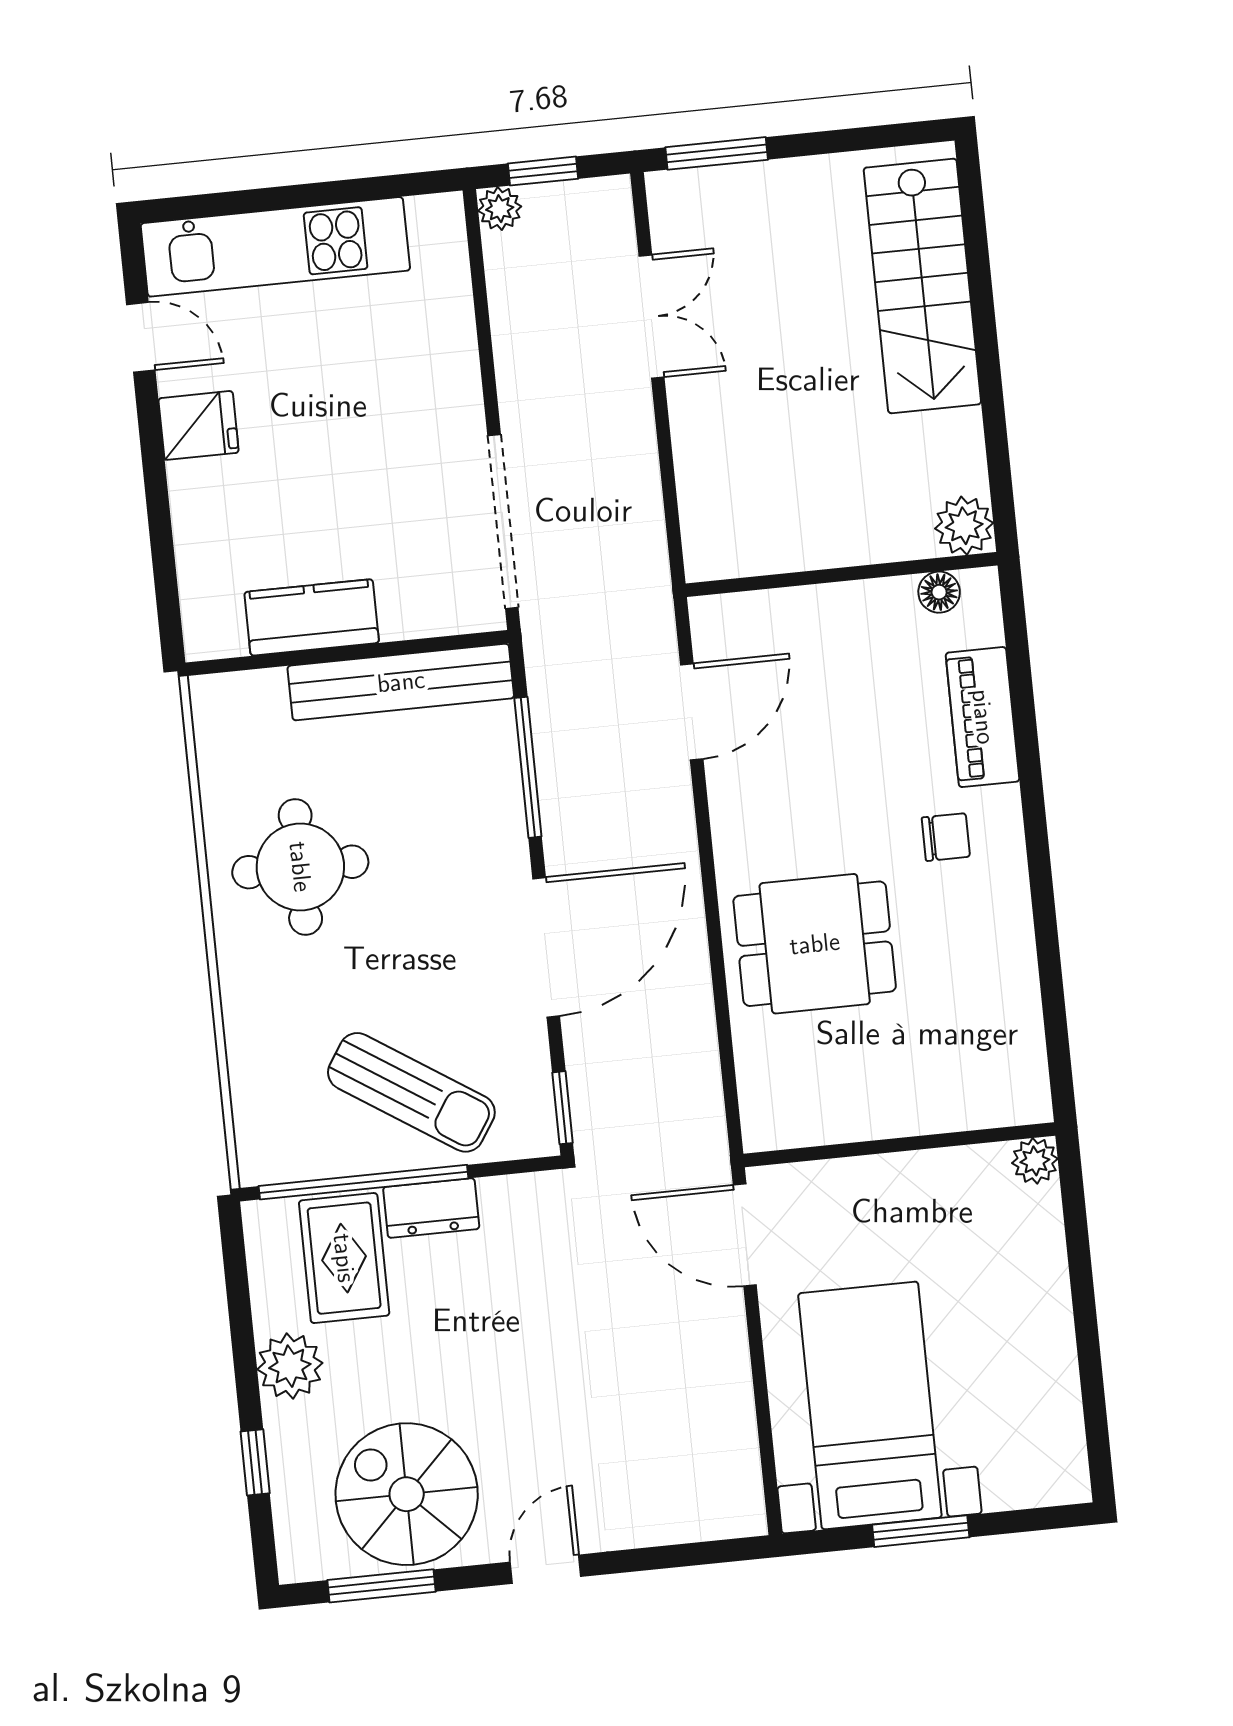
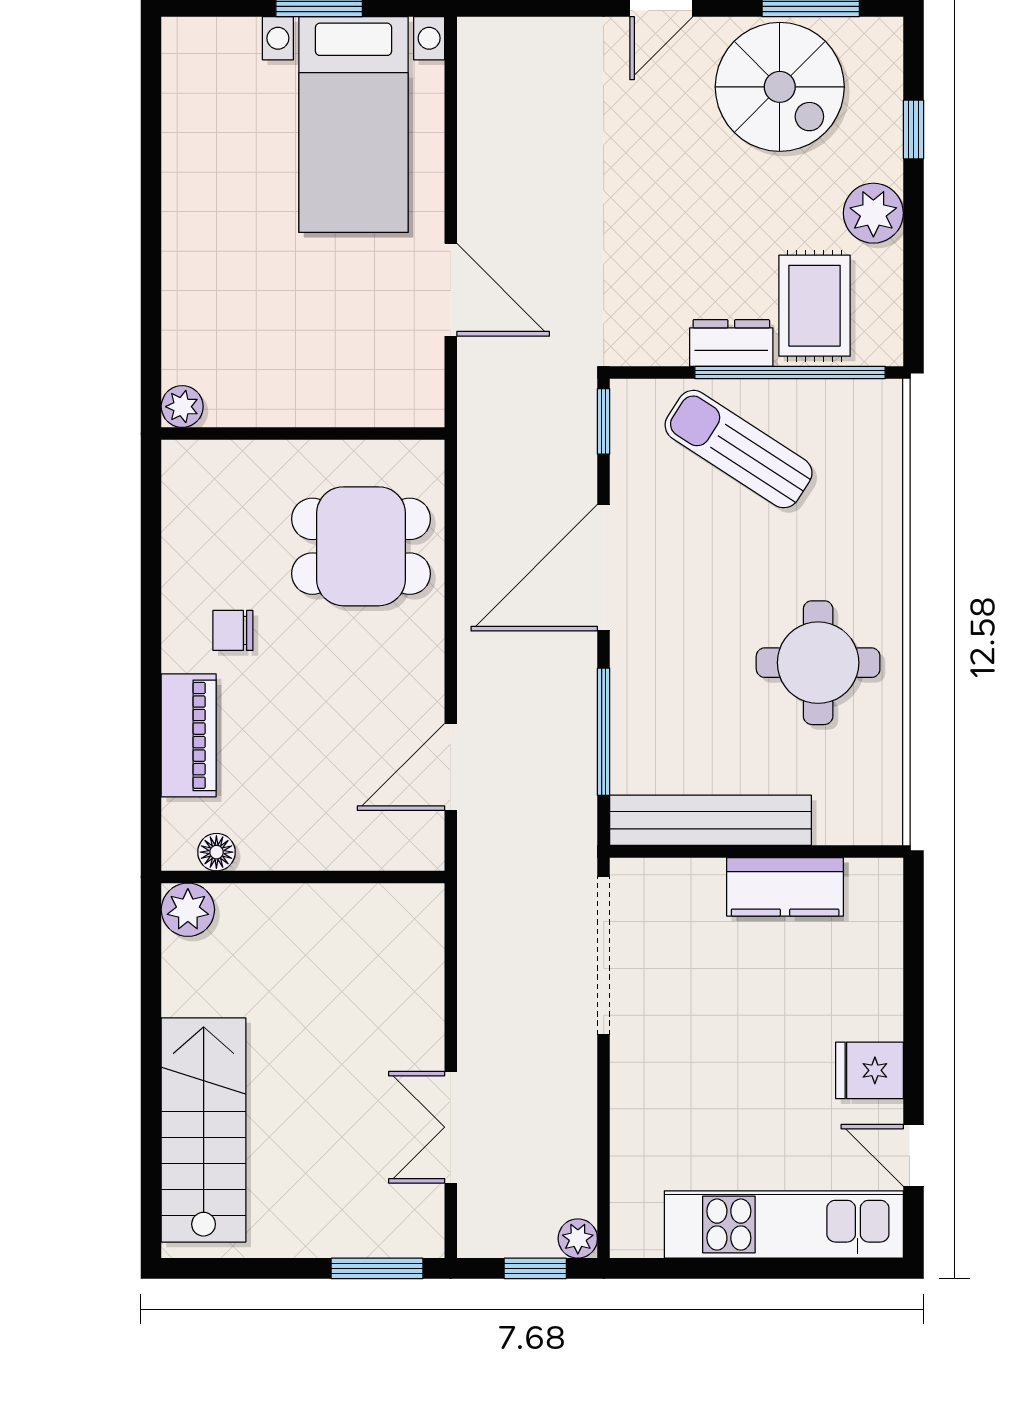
wall: (899, 1145) -> (303, 434), moved
plant: (1035, 1161) -> (182, 407), moved

